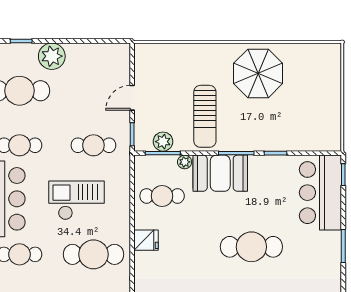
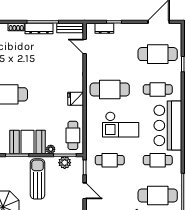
door: (132, 98) -> (85, 191), hinge flipped
cafe table: (162, 196) -> (73, 135), moved, turned 90

